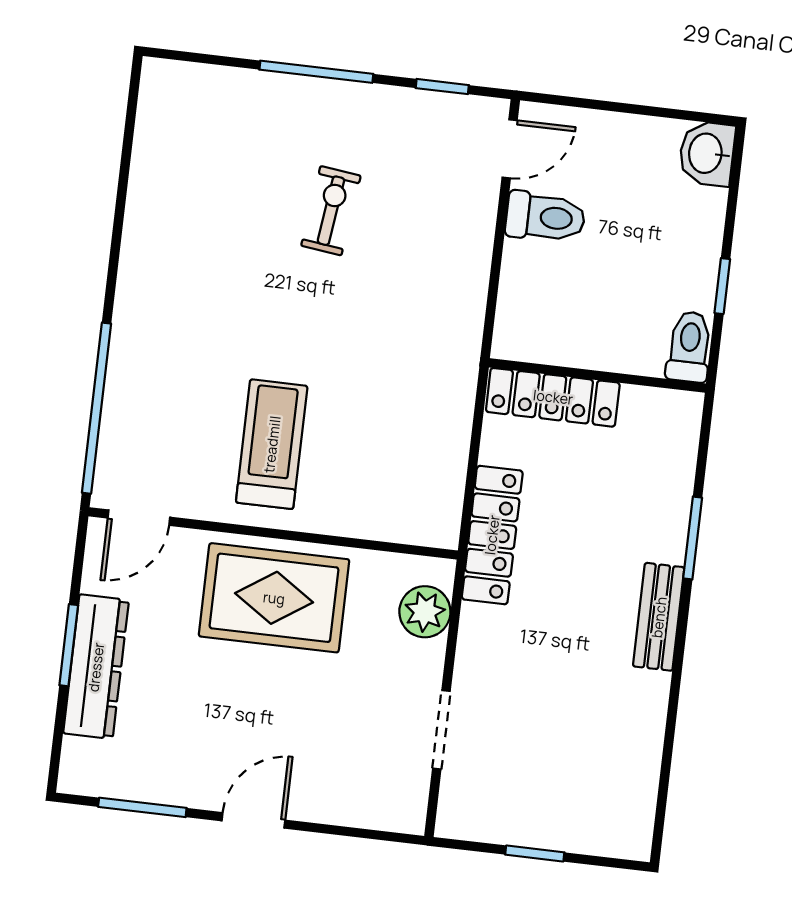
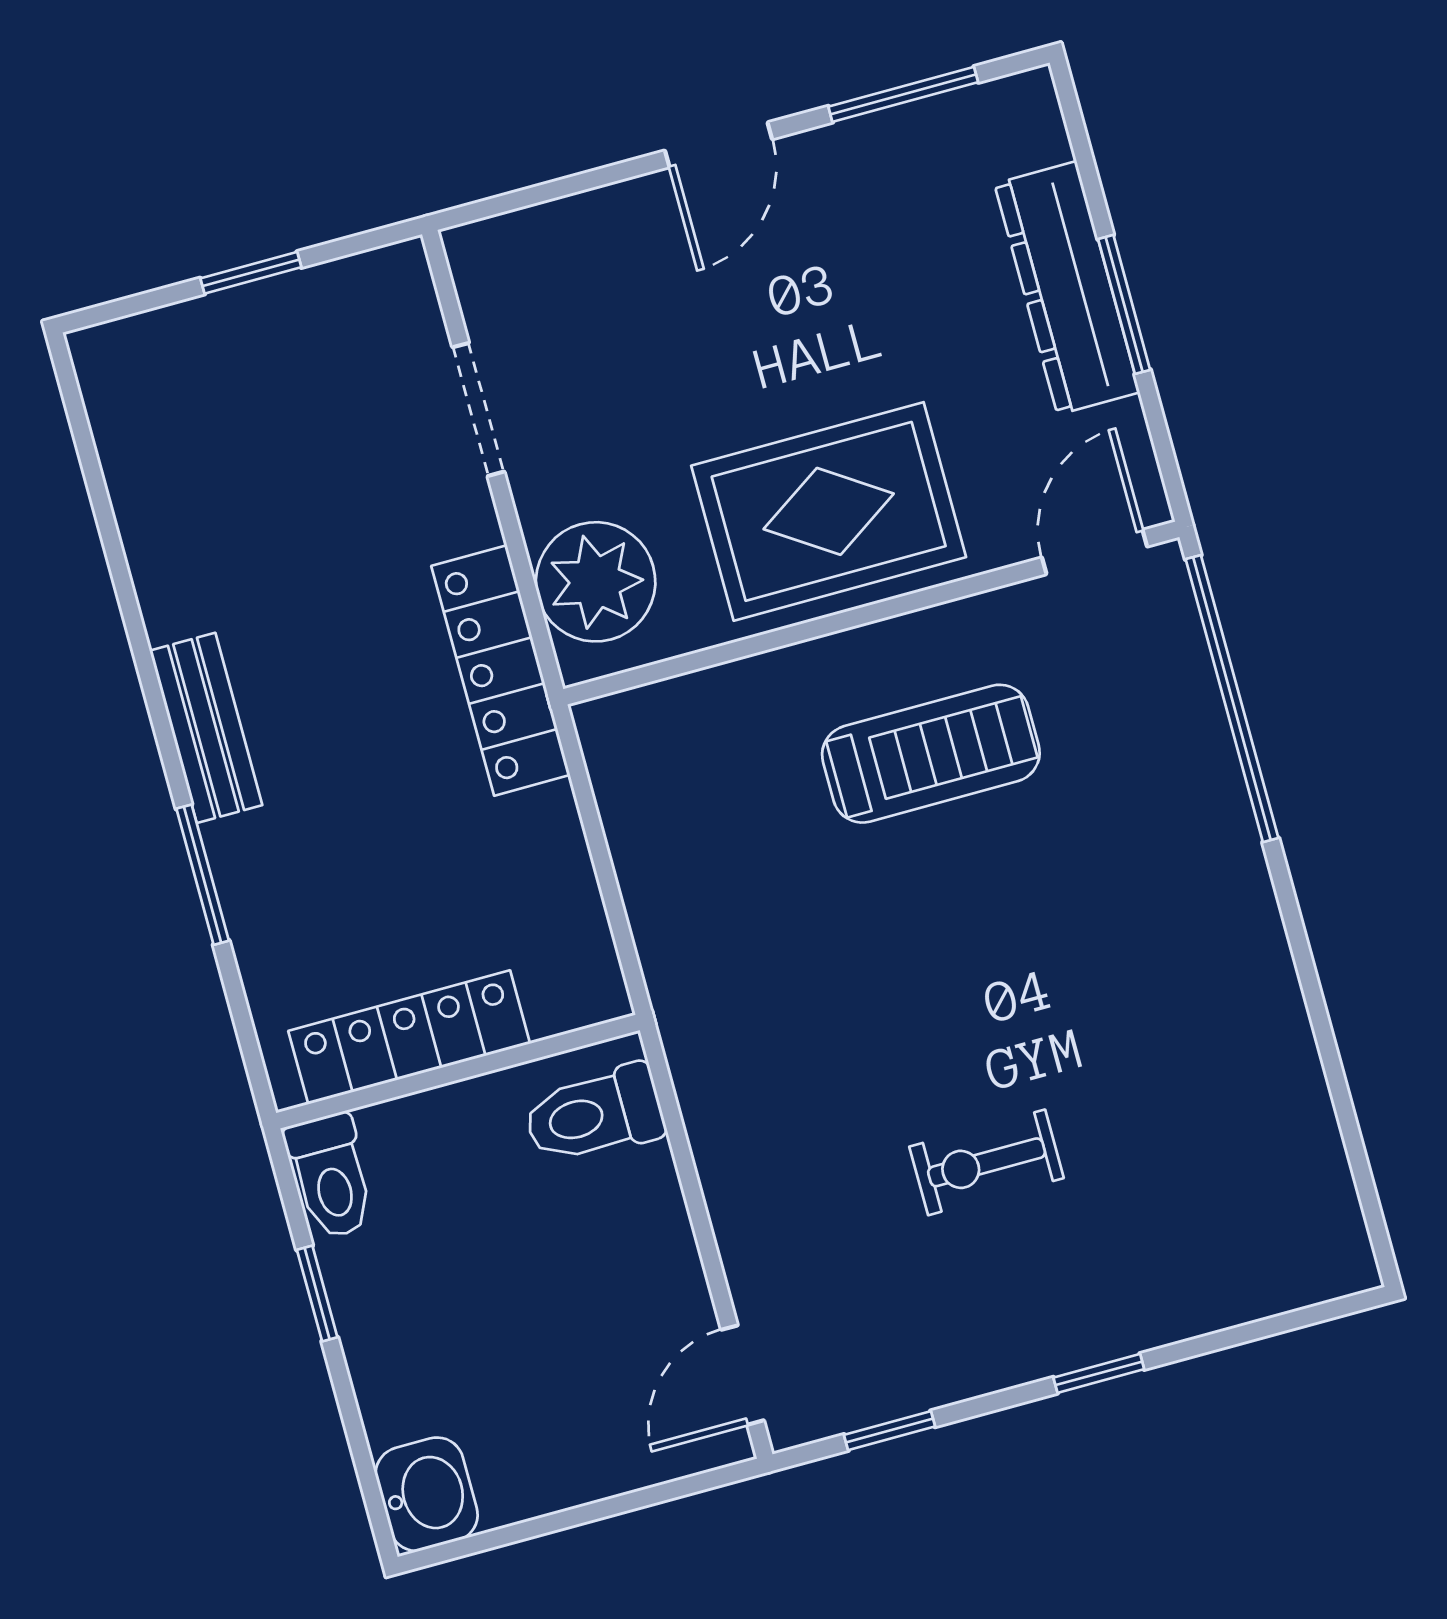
window: (316, 72) -> (1099, 1373), width x0.46
exercise bike: (331, 211) -> (987, 1162), turned 83
toilet: (545, 217) -> (594, 1114), moved
locker: (553, 397) -> (409, 1037), moved
treadmill: (272, 444) -> (931, 754), turned -90
locker: (492, 535) -> (501, 670), moved
plant: (425, 612) -> (596, 582), width x1.36, depth x1.36

